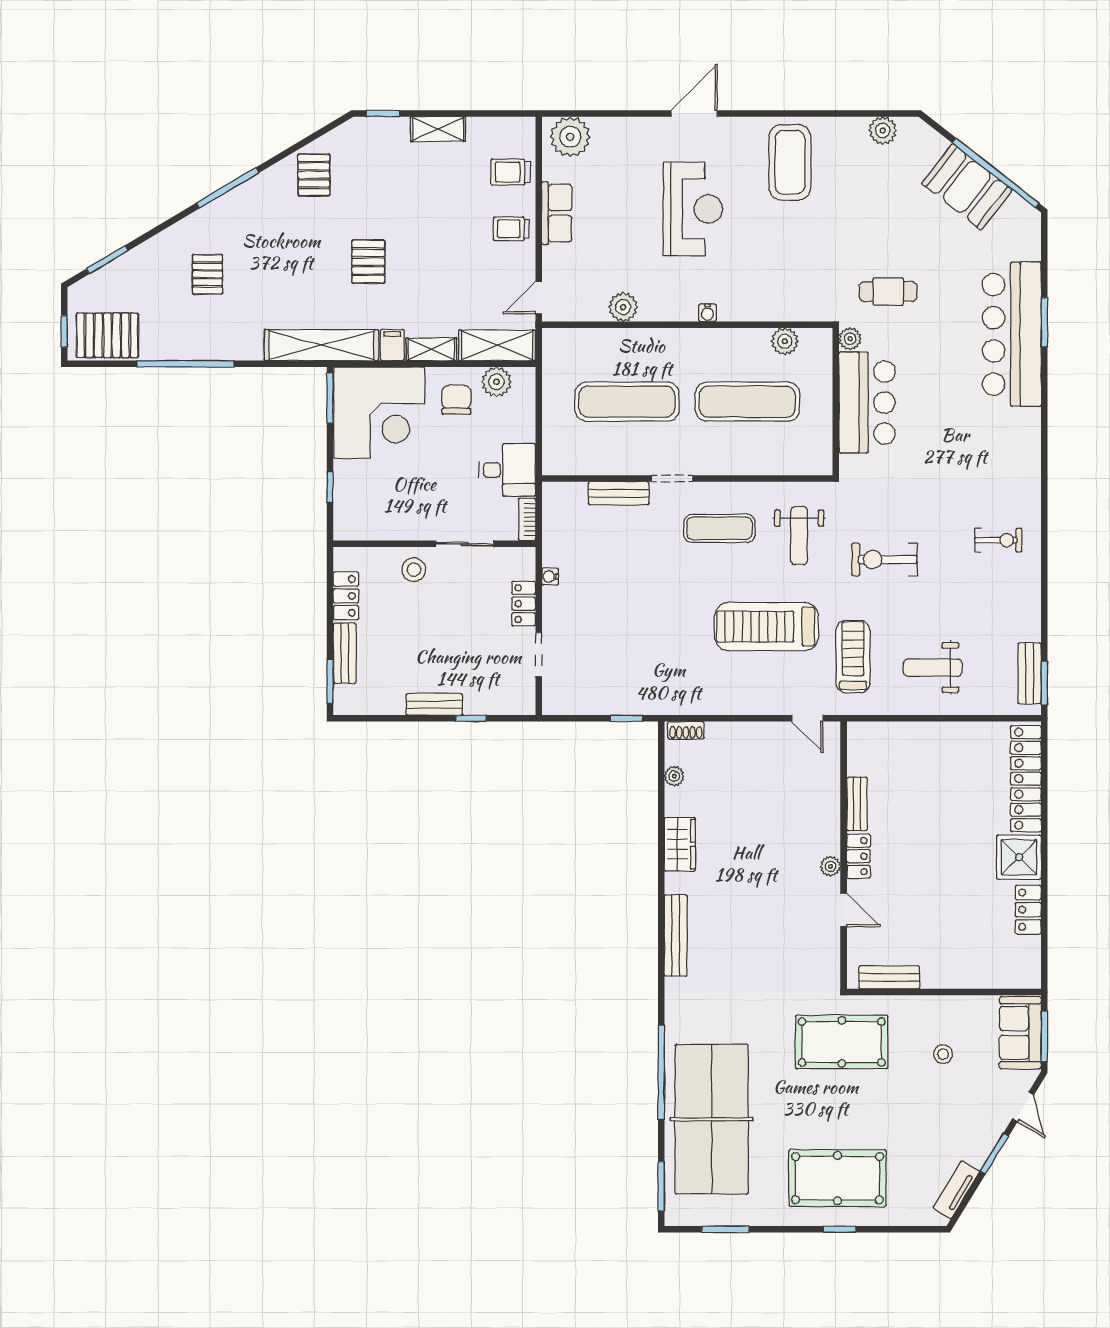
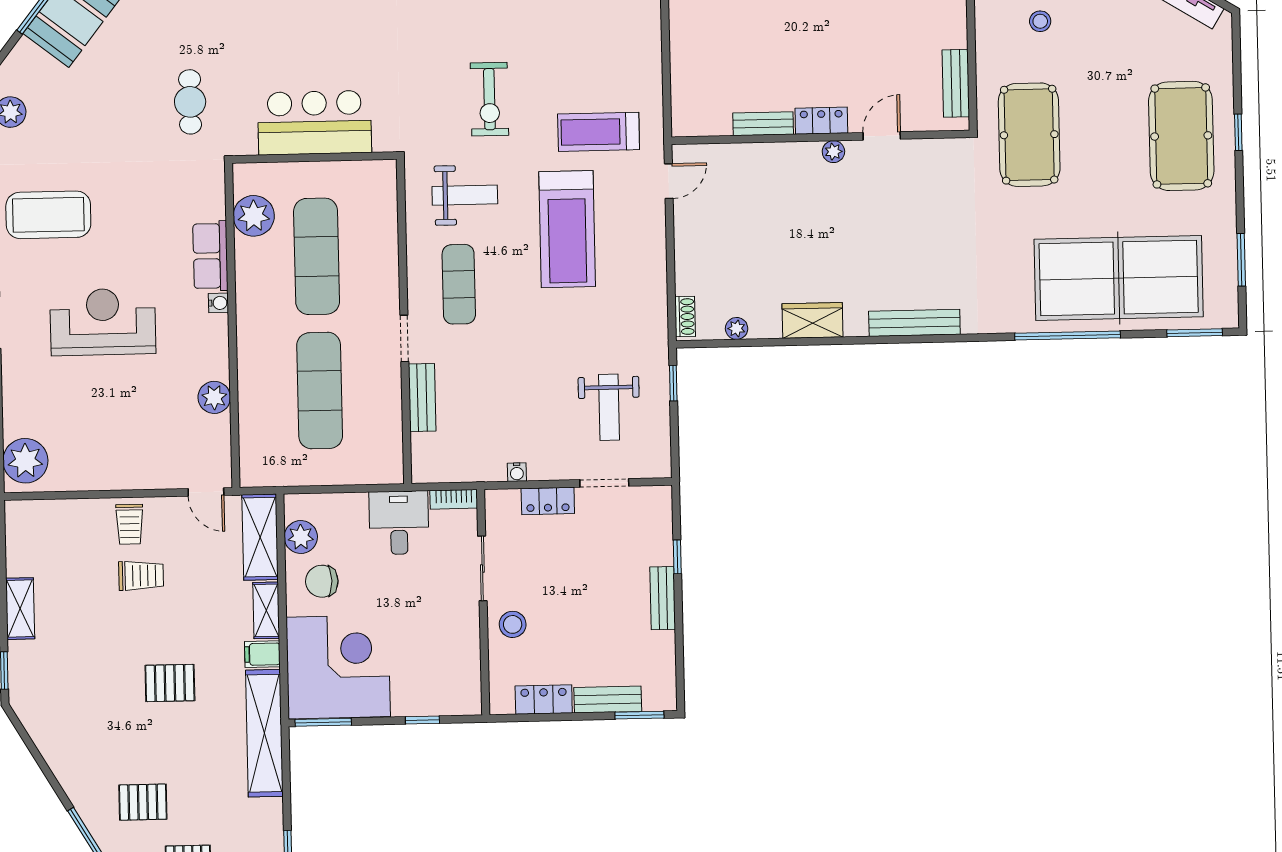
trolley: (510, 172) -> (141, 576), moved, turned -90
pallet: (314, 175) -> (143, 802), moved
row of seats: (557, 213) -> (210, 256), moved, turned -90
plant: (850, 339) -> (244, 143), removed
plant: (785, 341) -> (254, 216), width x1.36, depth x1.36
weight bench: (933, 668) -> (609, 407), moved

